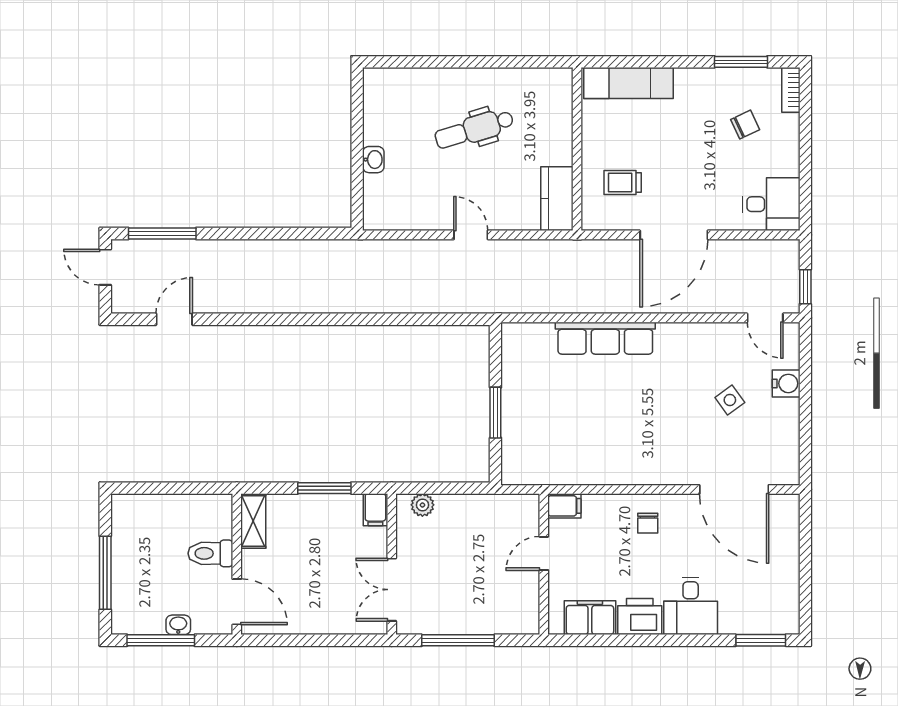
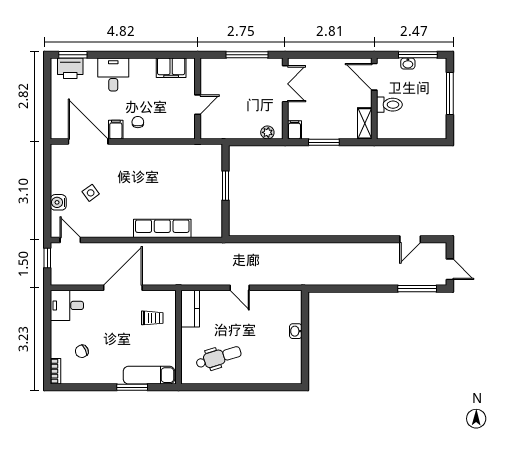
window: (741, 62) -> (132, 387), moved
dental chair: (474, 129) -> (219, 357), moved
filing cabinet: (564, 506) -> (116, 130), moved, turned 90
printer: (640, 617) -> (70, 68), moved

